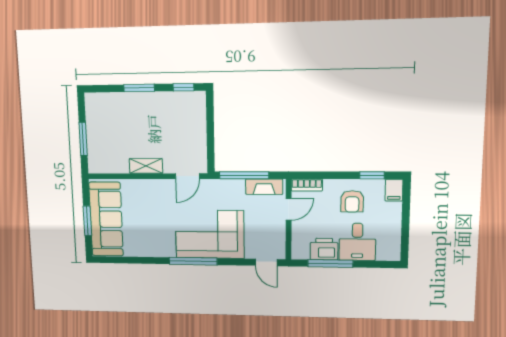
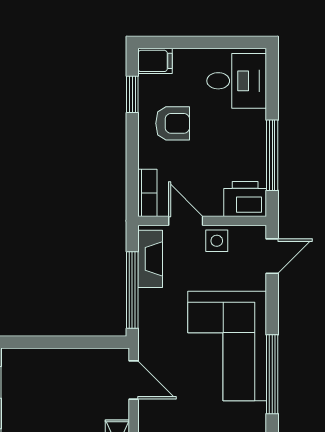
side table: (276, 229) -> (217, 241), added
desk: (357, 242) -> (237, 81), moved
printer: (324, 249) -> (245, 199), moved, turned 90

